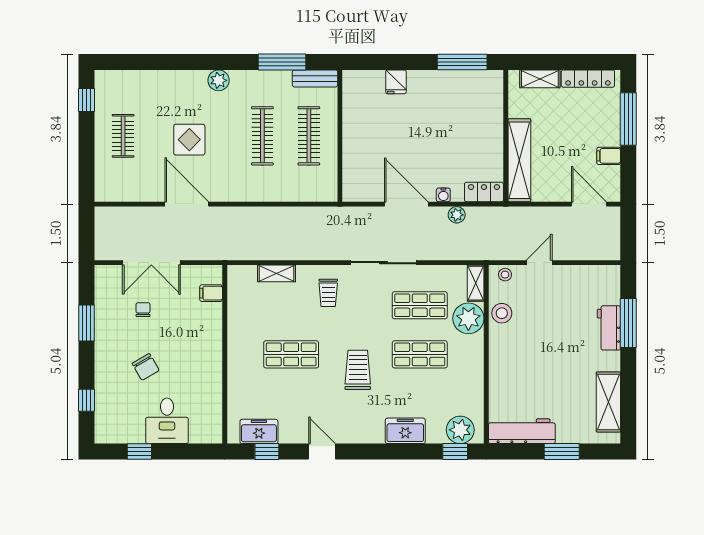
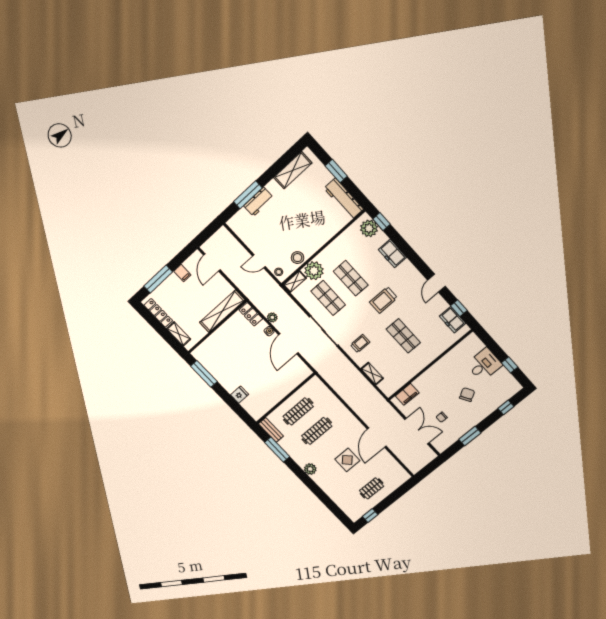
filing cabinet: (211, 293) -> (407, 394), width x2.00

